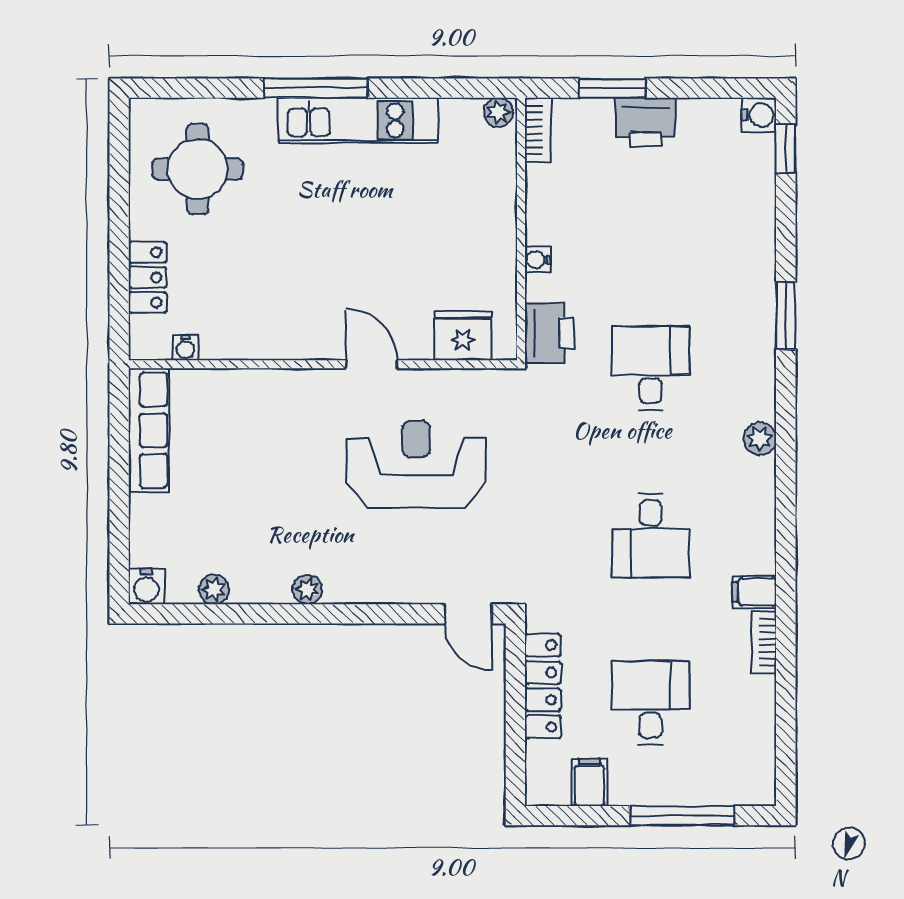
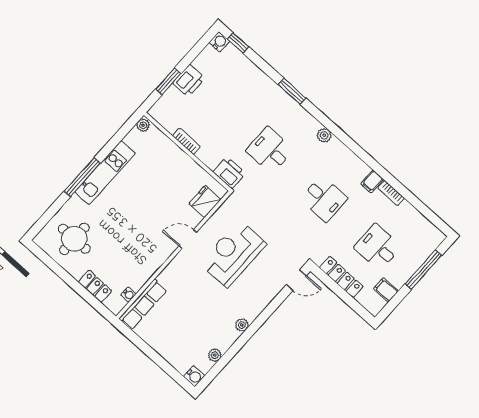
bookcase: (538, 130) -> (187, 141), moved
water cooler: (538, 260) -> (202, 155), removed
row of seats: (149, 430) -> (143, 304), moved, turned 90

